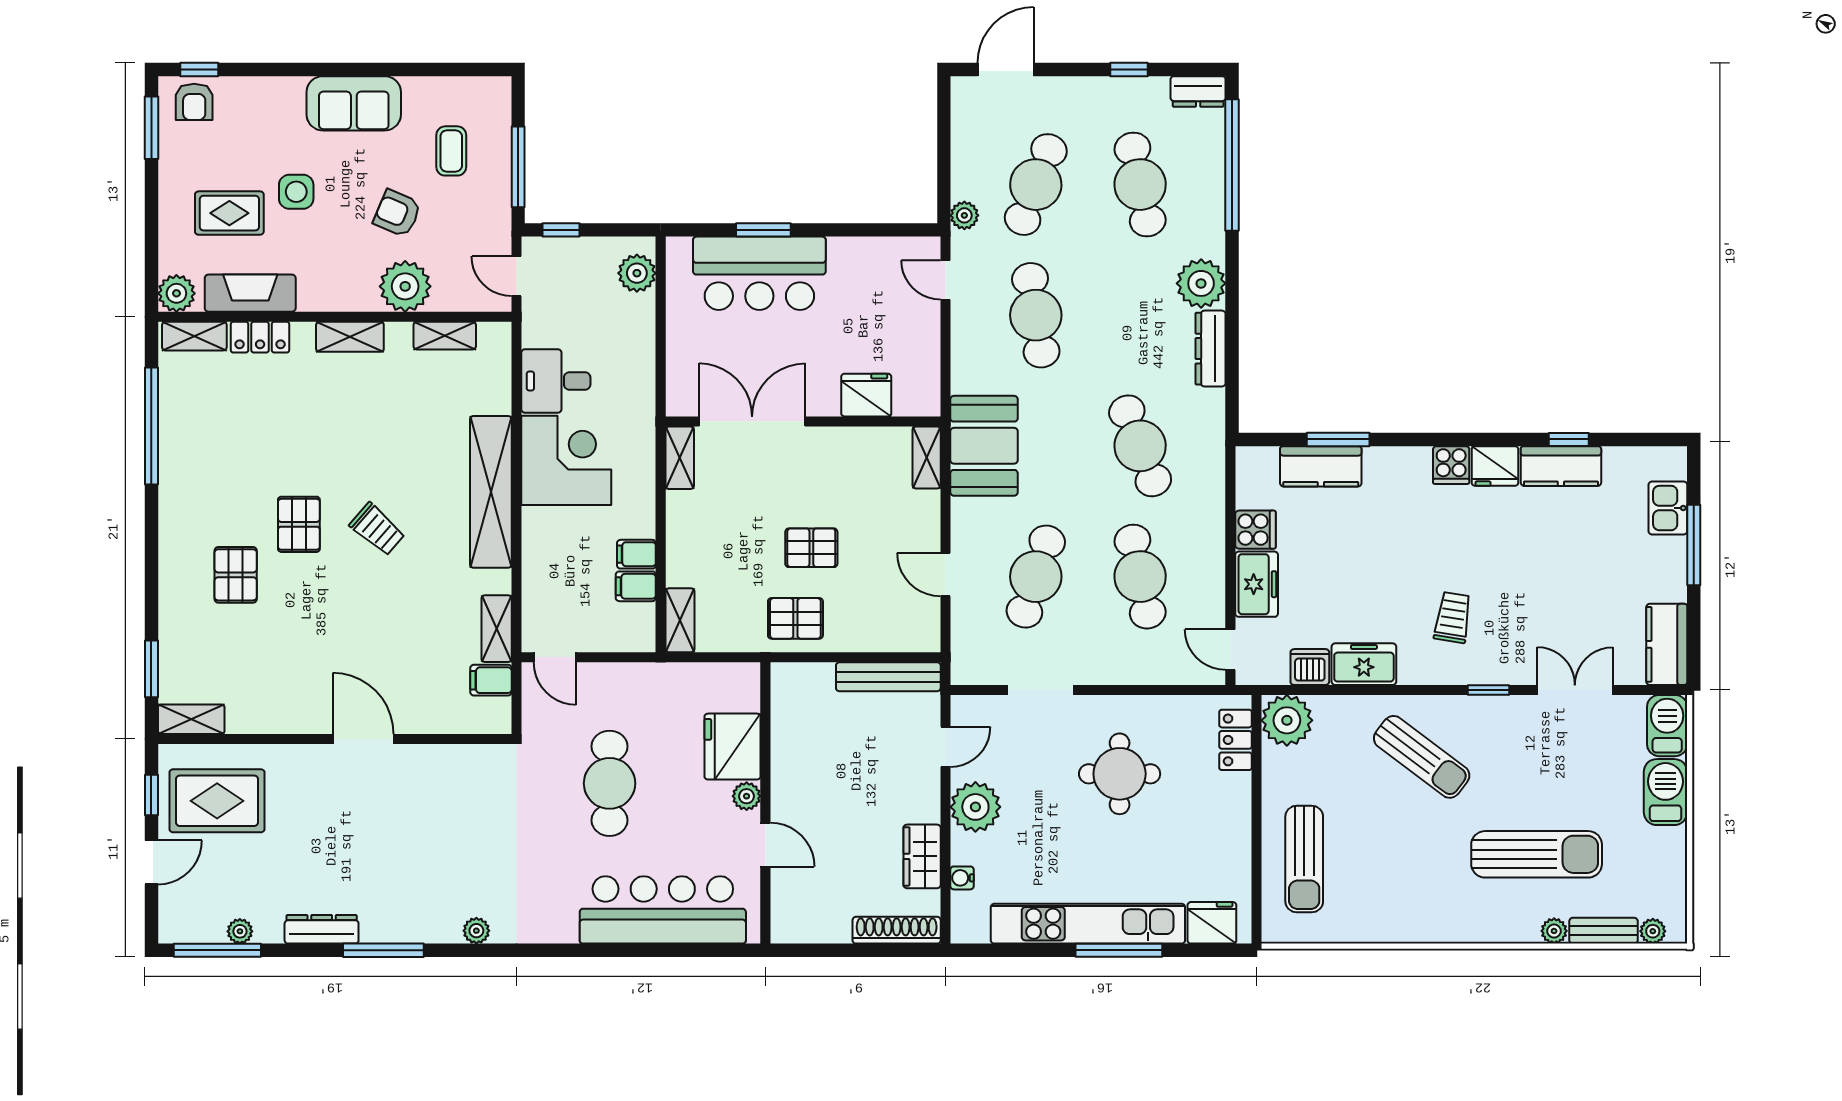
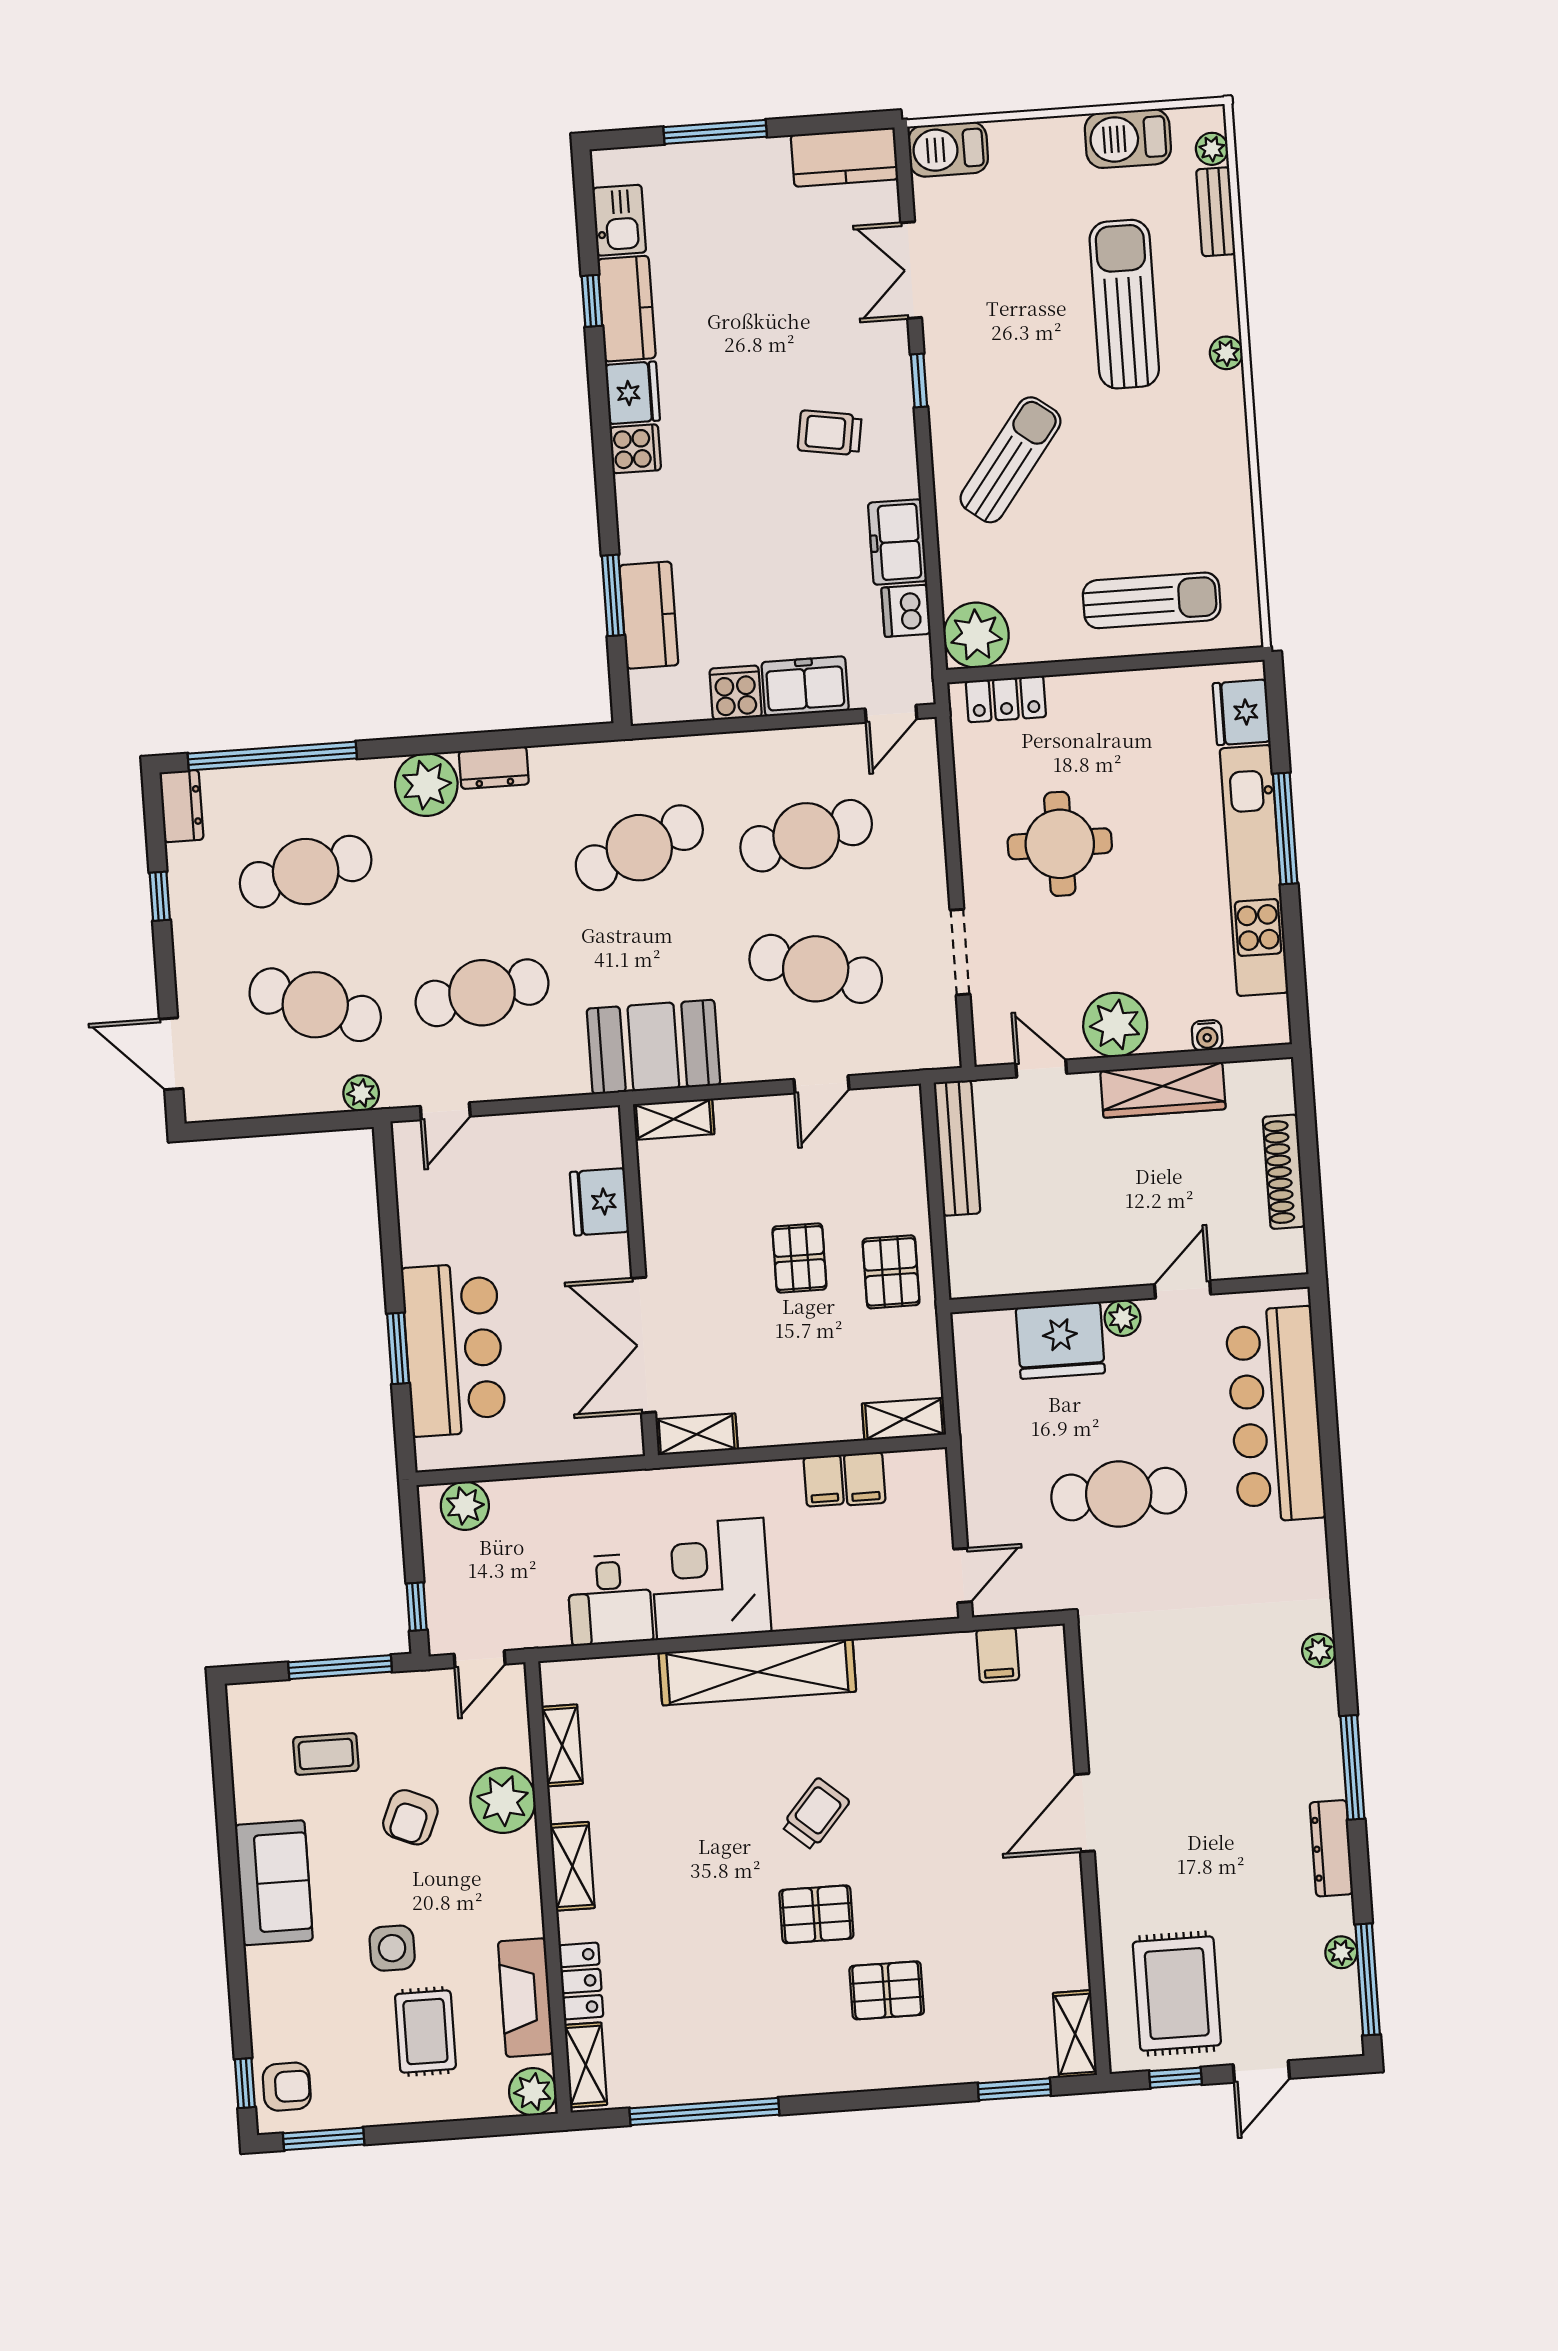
dresser: (1211, 349) -> (494, 768), width x0.70
kitchen sink: (1668, 508) -> (619, 220), moved, turned -90
shelving: (497, 629) -> (931, 1652), removed
barbecue: (1666, 792) -> (1128, 138), moved
wardrobe: (922, 856) -> (1163, 1090), width x1.50
door: (151, 862) -> (1261, 2072), swing flipped
shoe rack: (897, 930) -> (1284, 1172), moved
plant: (1554, 931) -> (1226, 353), moved

